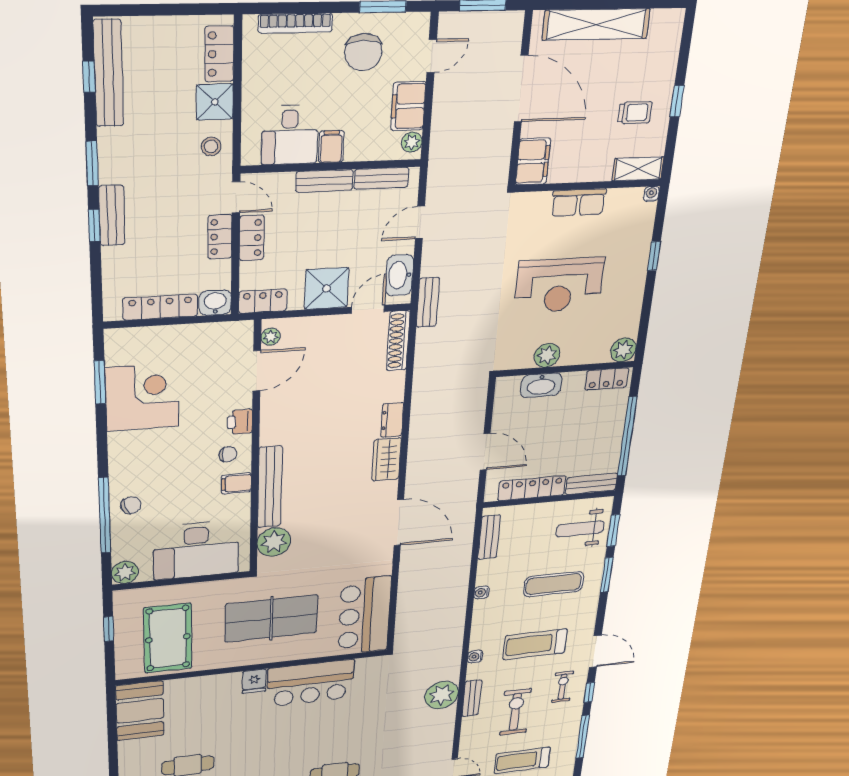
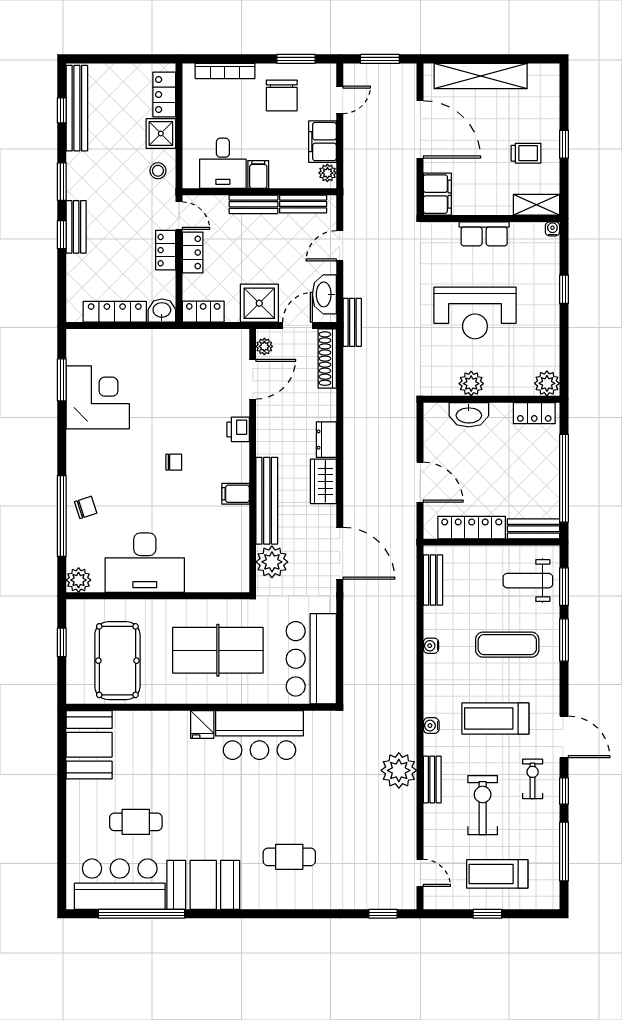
plant: (271, 337) -> (264, 346), moved
door: (257, 371) -> (253, 379), moved
printer: (240, 422) -> (238, 429), moved
wall: (255, 451) -> (253, 461), moved
filing cabinet: (236, 483) -> (236, 494), moved
bench: (270, 487) -> (267, 501), moved
plant: (274, 542) -> (272, 562), moved

